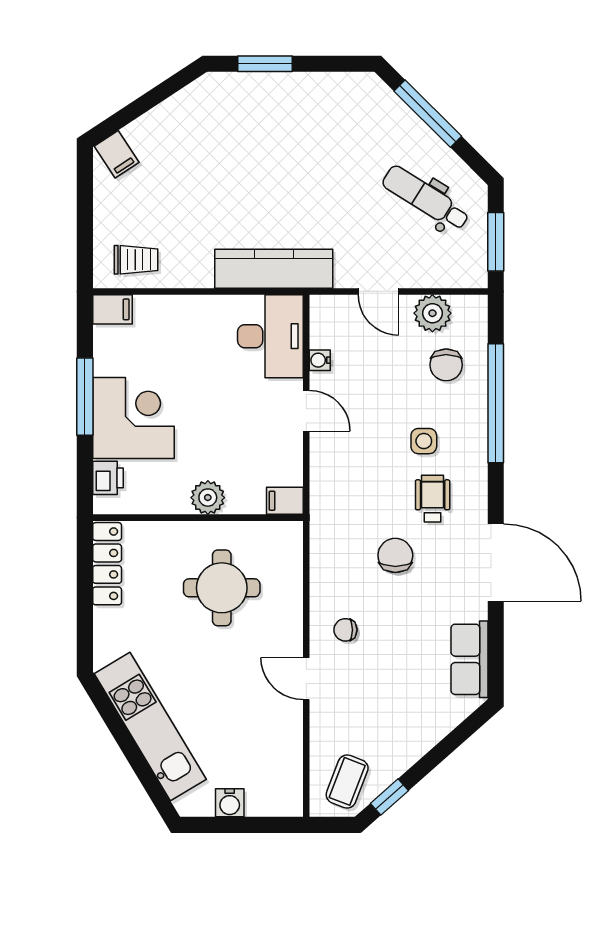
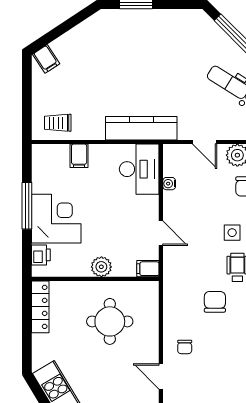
trolley: (136, 260) -> (58, 123), turned 180
filing cabinet: (112, 309) -> (79, 156), moved, turned 90
door: (306, 411) -> (161, 233), moved
chair: (345, 630) -> (185, 347), turned -90

